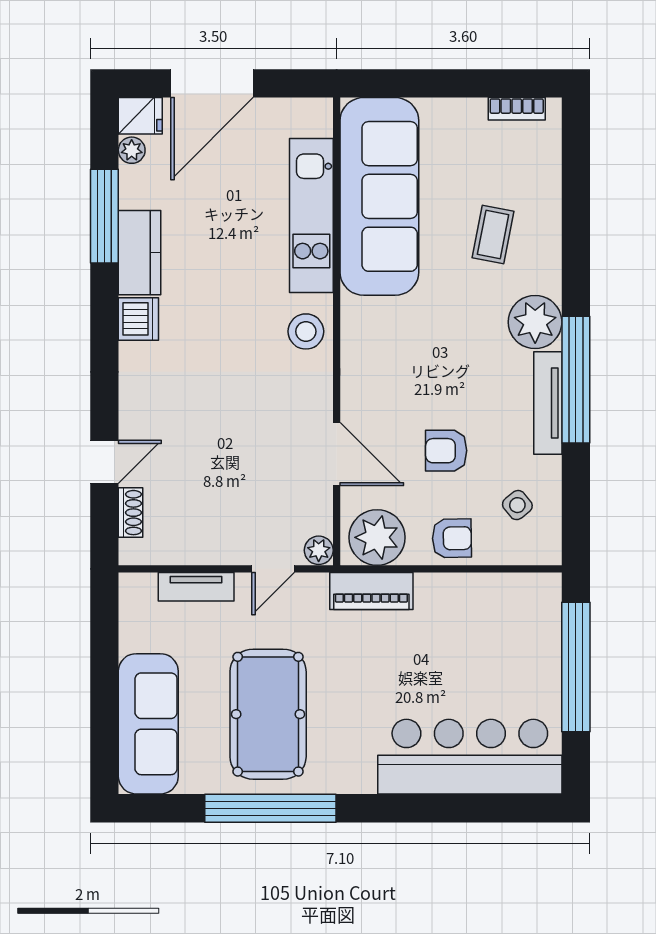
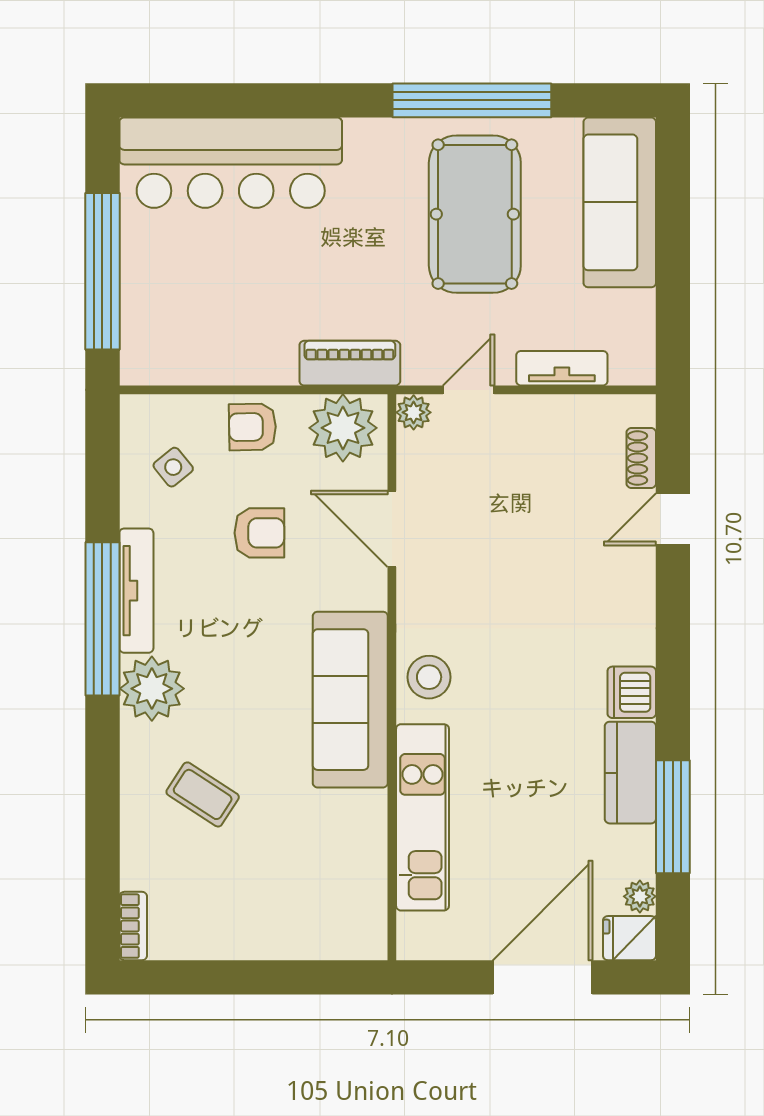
bookcase: (517, 109) -> (133, 926), moved, turned 90
sofa: (379, 196) -> (350, 700), moved, width x0.74, depth x0.79
coffee table: (493, 234) -> (203, 794), turned -68

